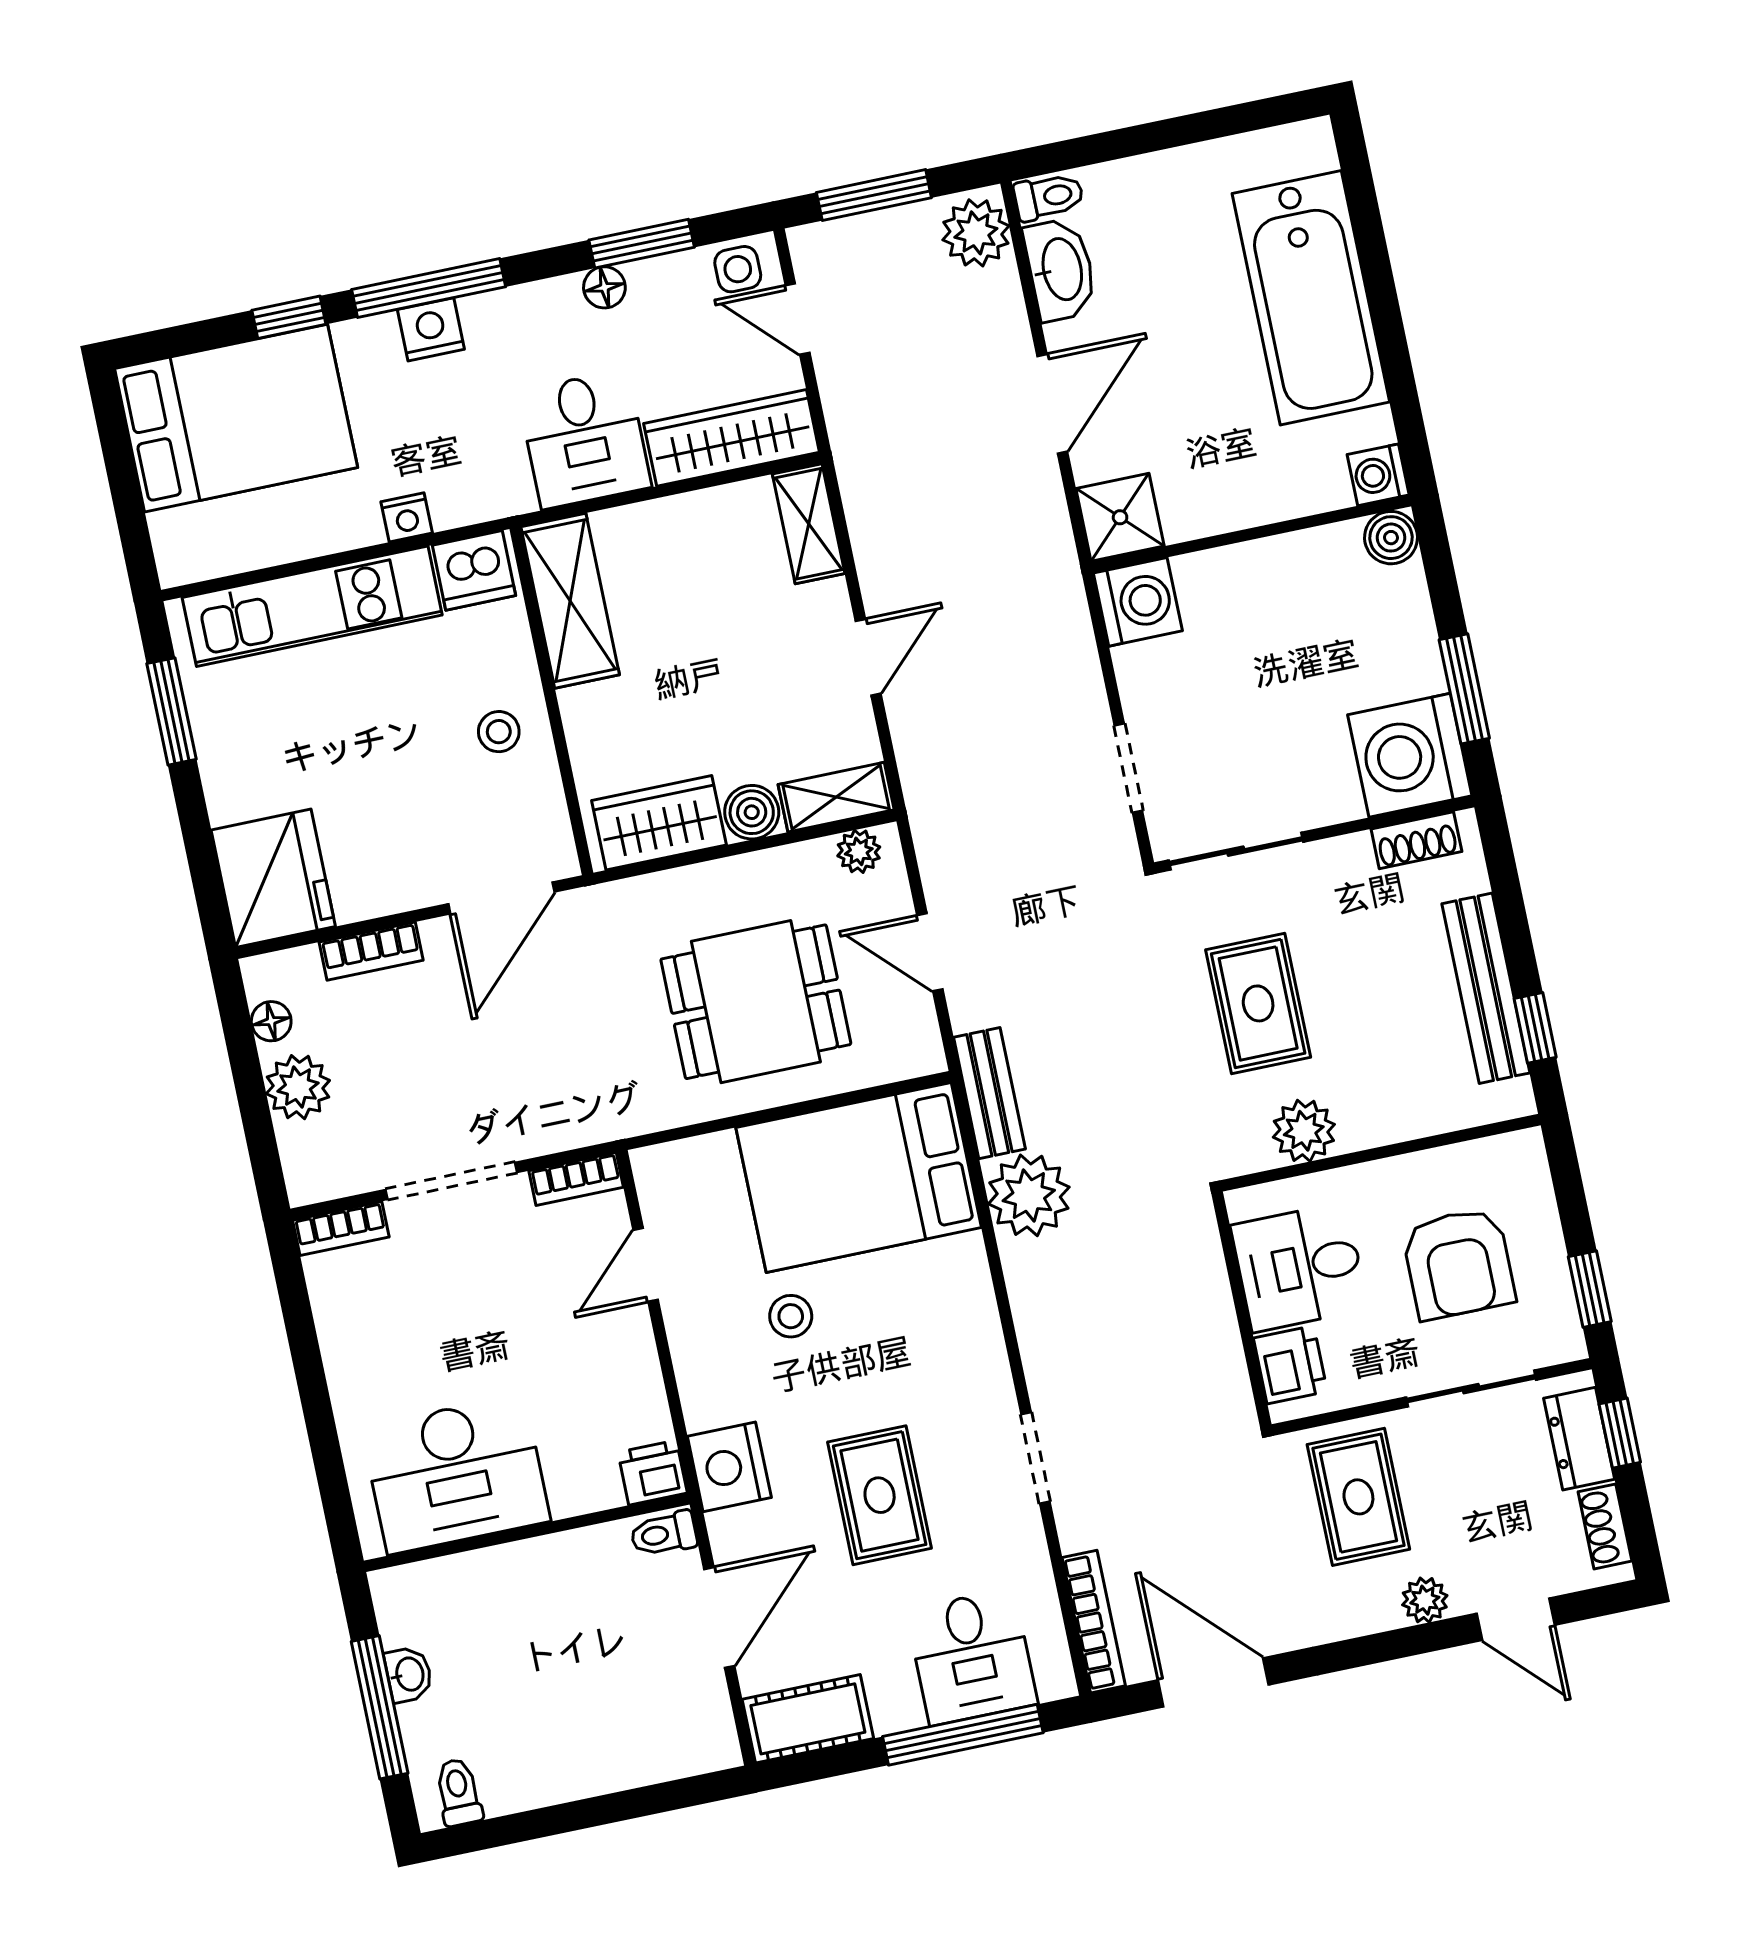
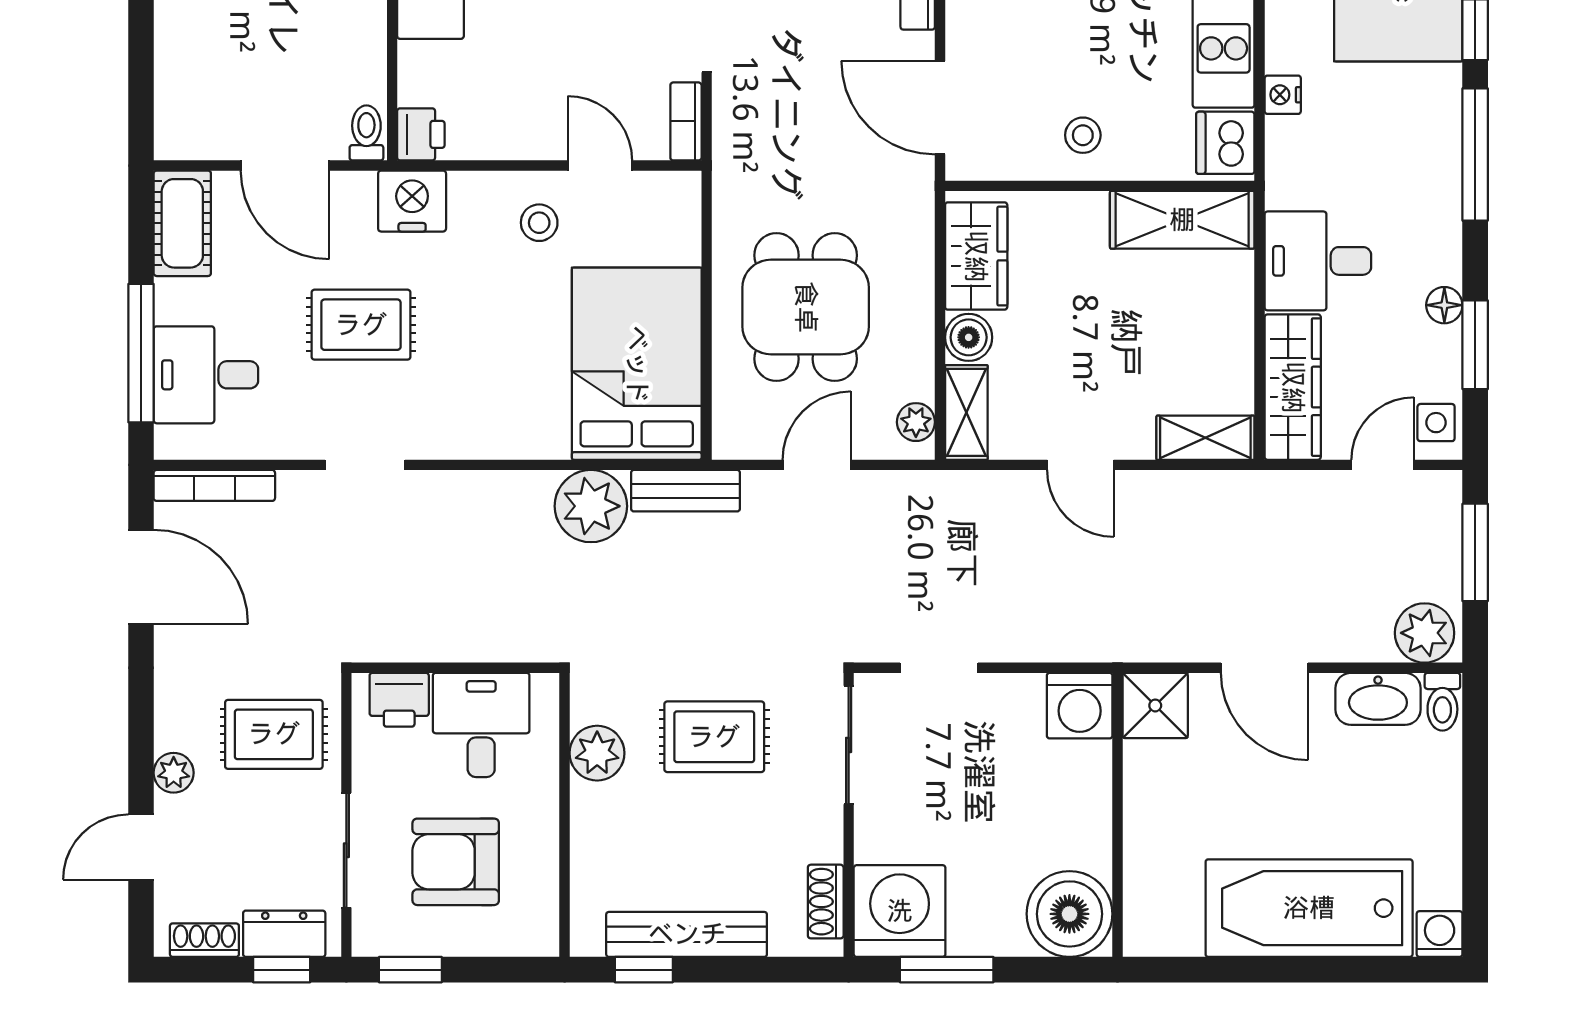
nightstand: (431, 329) -> (1439, 149), removed
washing machine: (1378, 475) -> (1440, 934), moved
boiler: (1391, 538) -> (1069, 914), width x1.86, depth x1.86
stool: (791, 1316) -> (539, 223), moved
door: (1213, 1682) -> (141, 577), hinge flipped

